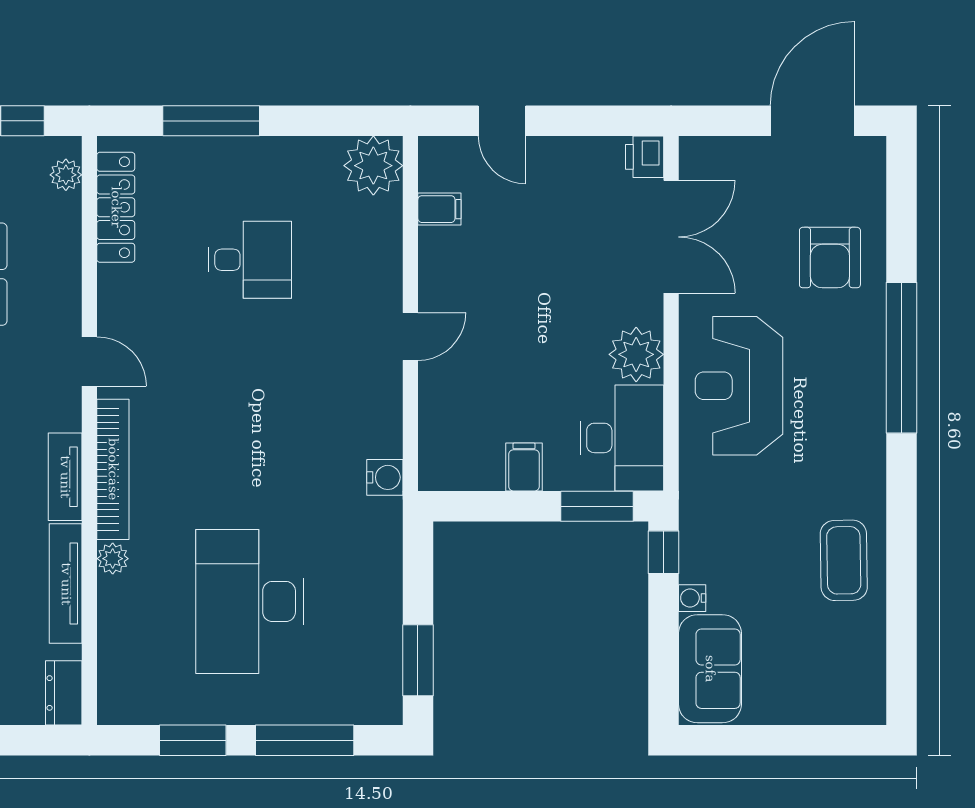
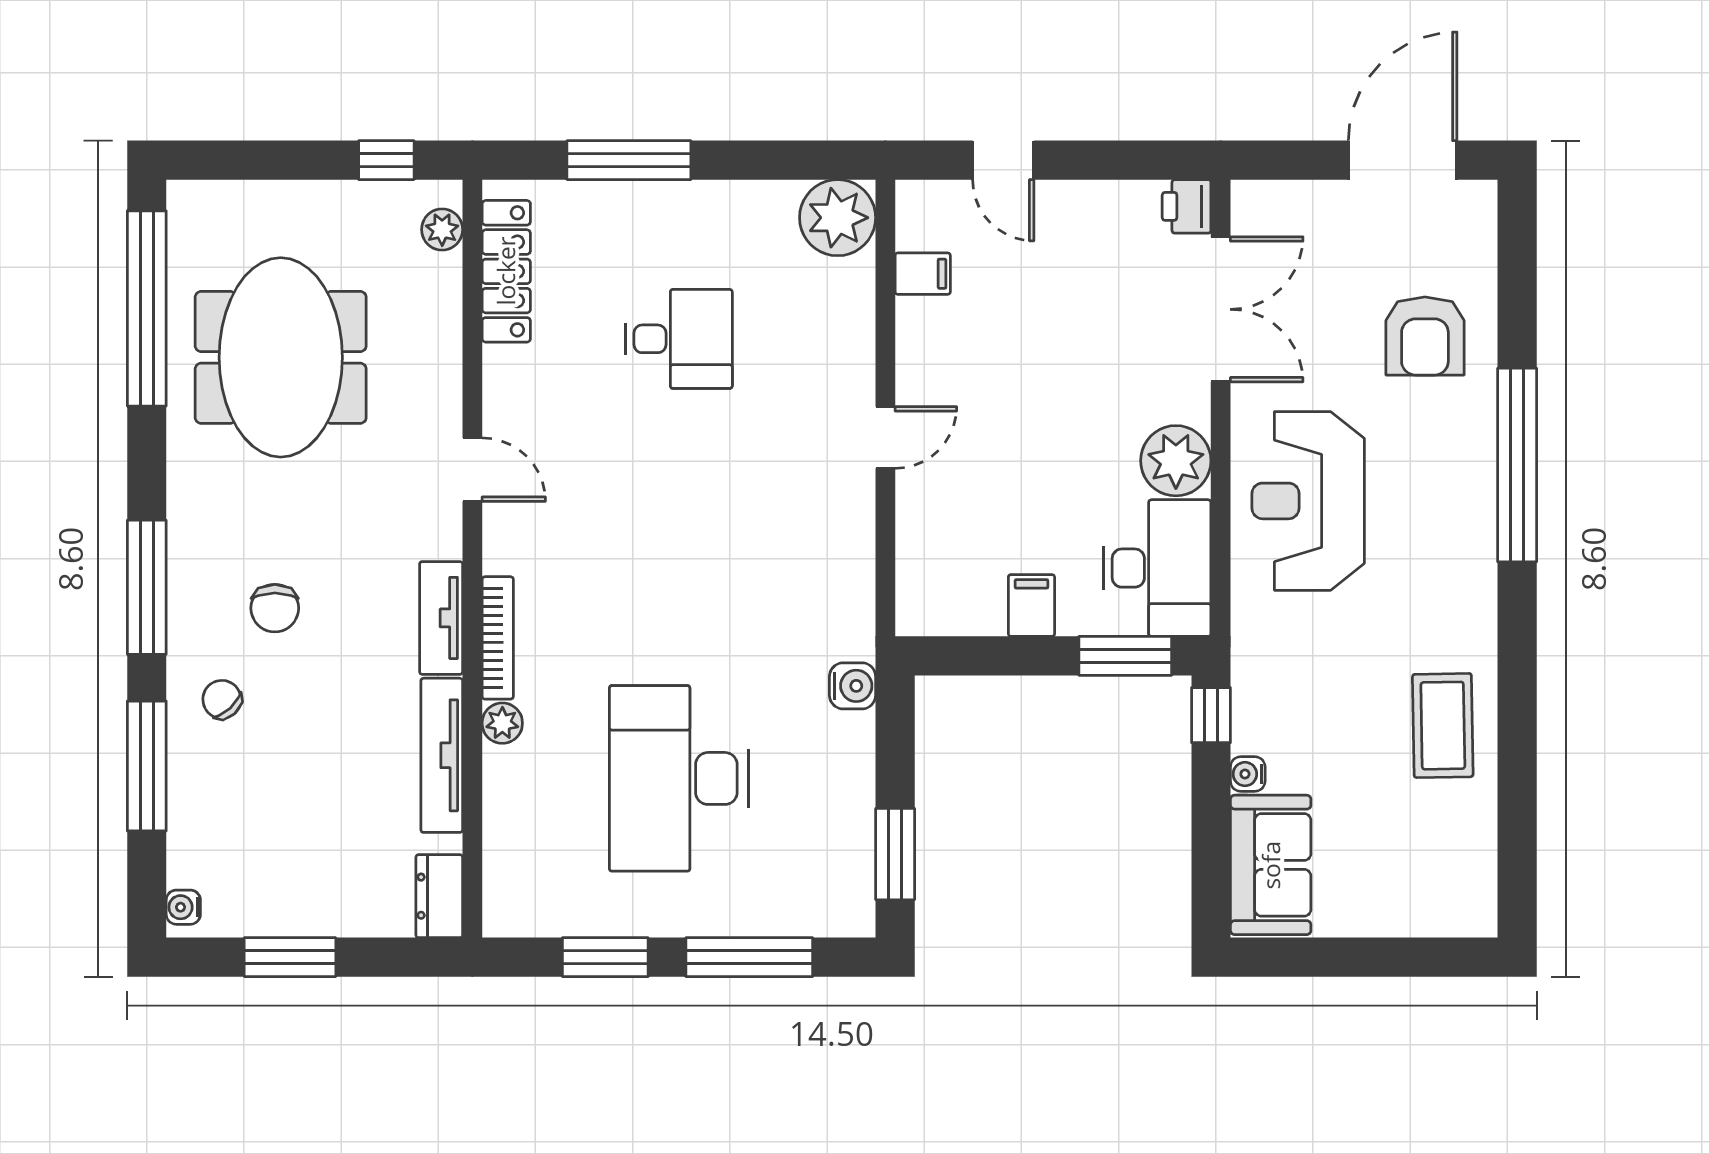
bookcase: (113, 469) -> (498, 638), width x0.68, depth x0.76
water cooler: (385, 477) -> (853, 686), moved

